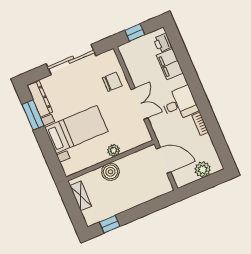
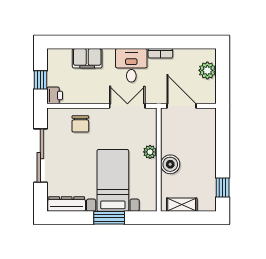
printer: (163, 43) -> (55, 95), moved, turned -90
chair: (112, 82) -> (80, 124), turned 180
double door: (139, 104) -> (127, 106), moved
window: (33, 115) -> (109, 218), moved
door: (164, 160) -> (181, 106), hinge flipped

